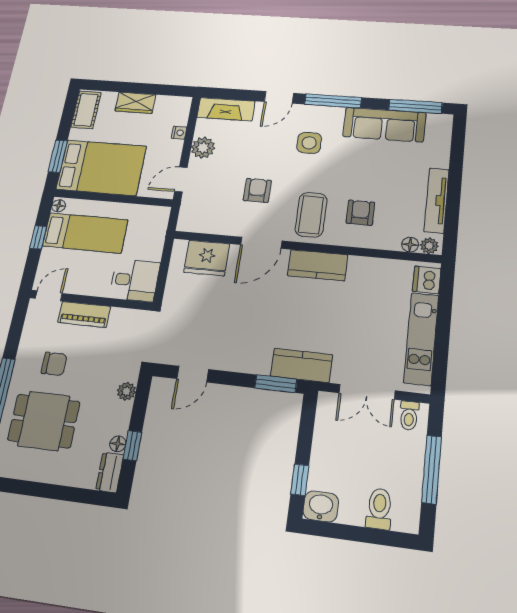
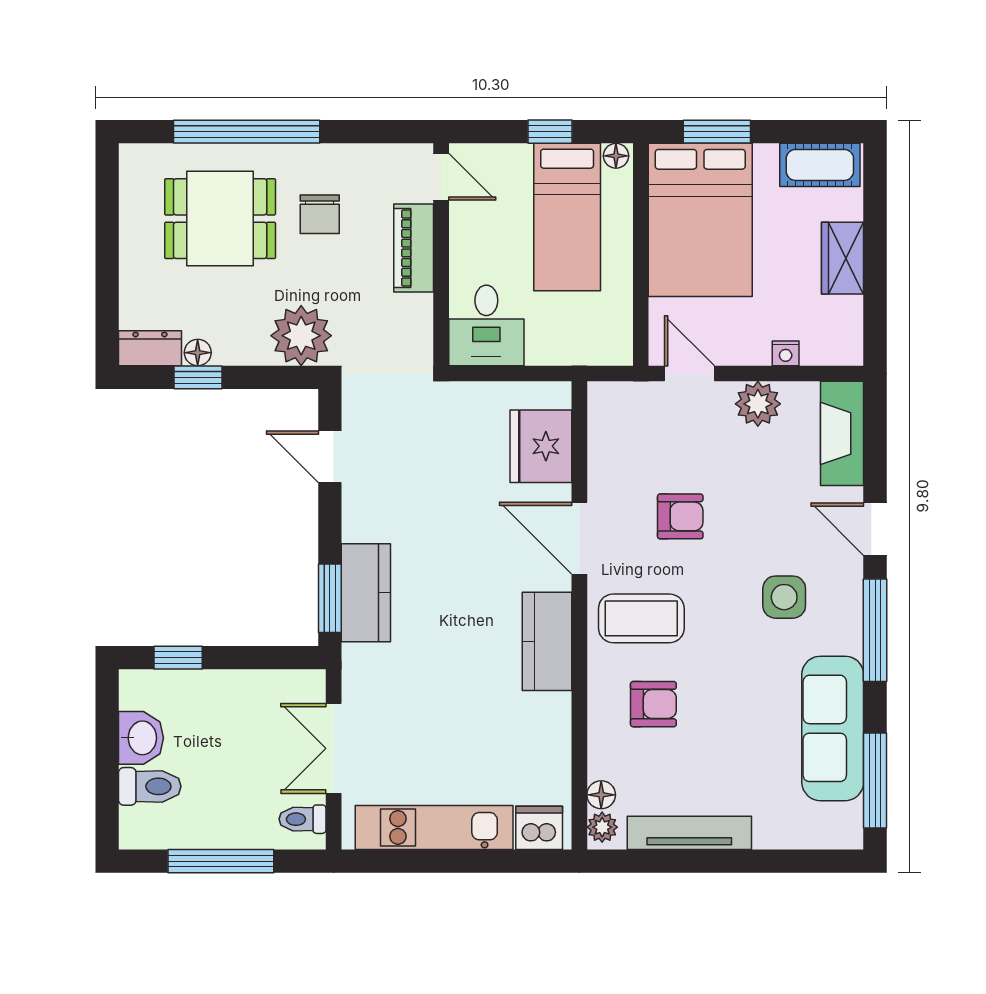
kitchen counter: (302, 365) -> (366, 593), moved
plant: (126, 391) -> (301, 336), width x1.87, depth x1.87
dining table: (44, 421) -> (220, 219), turned 90
washbasin: (321, 506) -> (141, 738), moved

